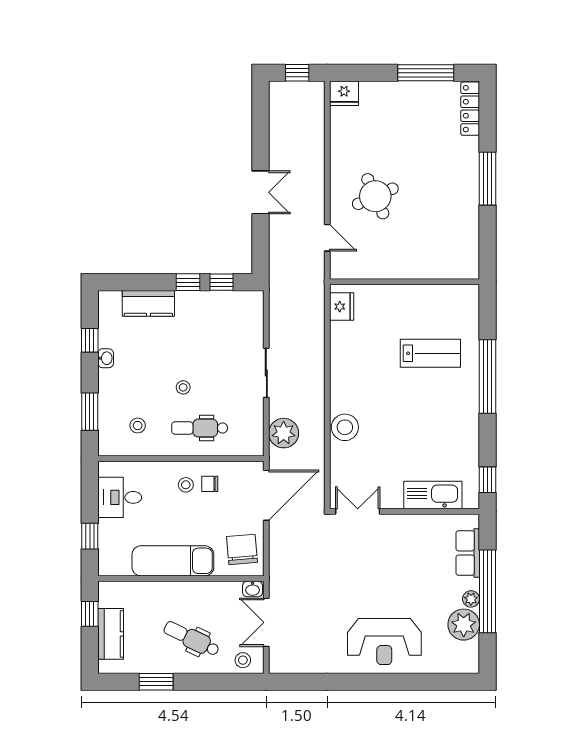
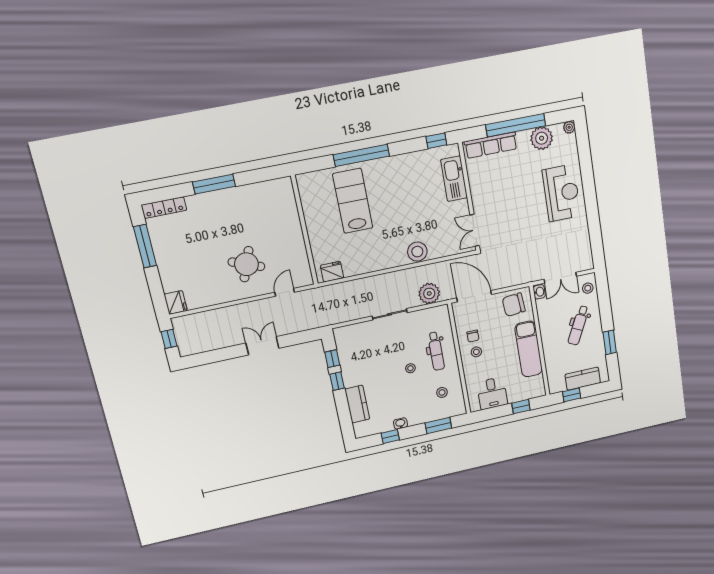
round table: (375, 196) -> (246, 264), turned 45
lab bench: (430, 353) -> (353, 201), width x1.36, depth x1.39
row of seats: (468, 553) -> (491, 145), width x1.48
plant: (471, 599) -> (569, 127), moved

